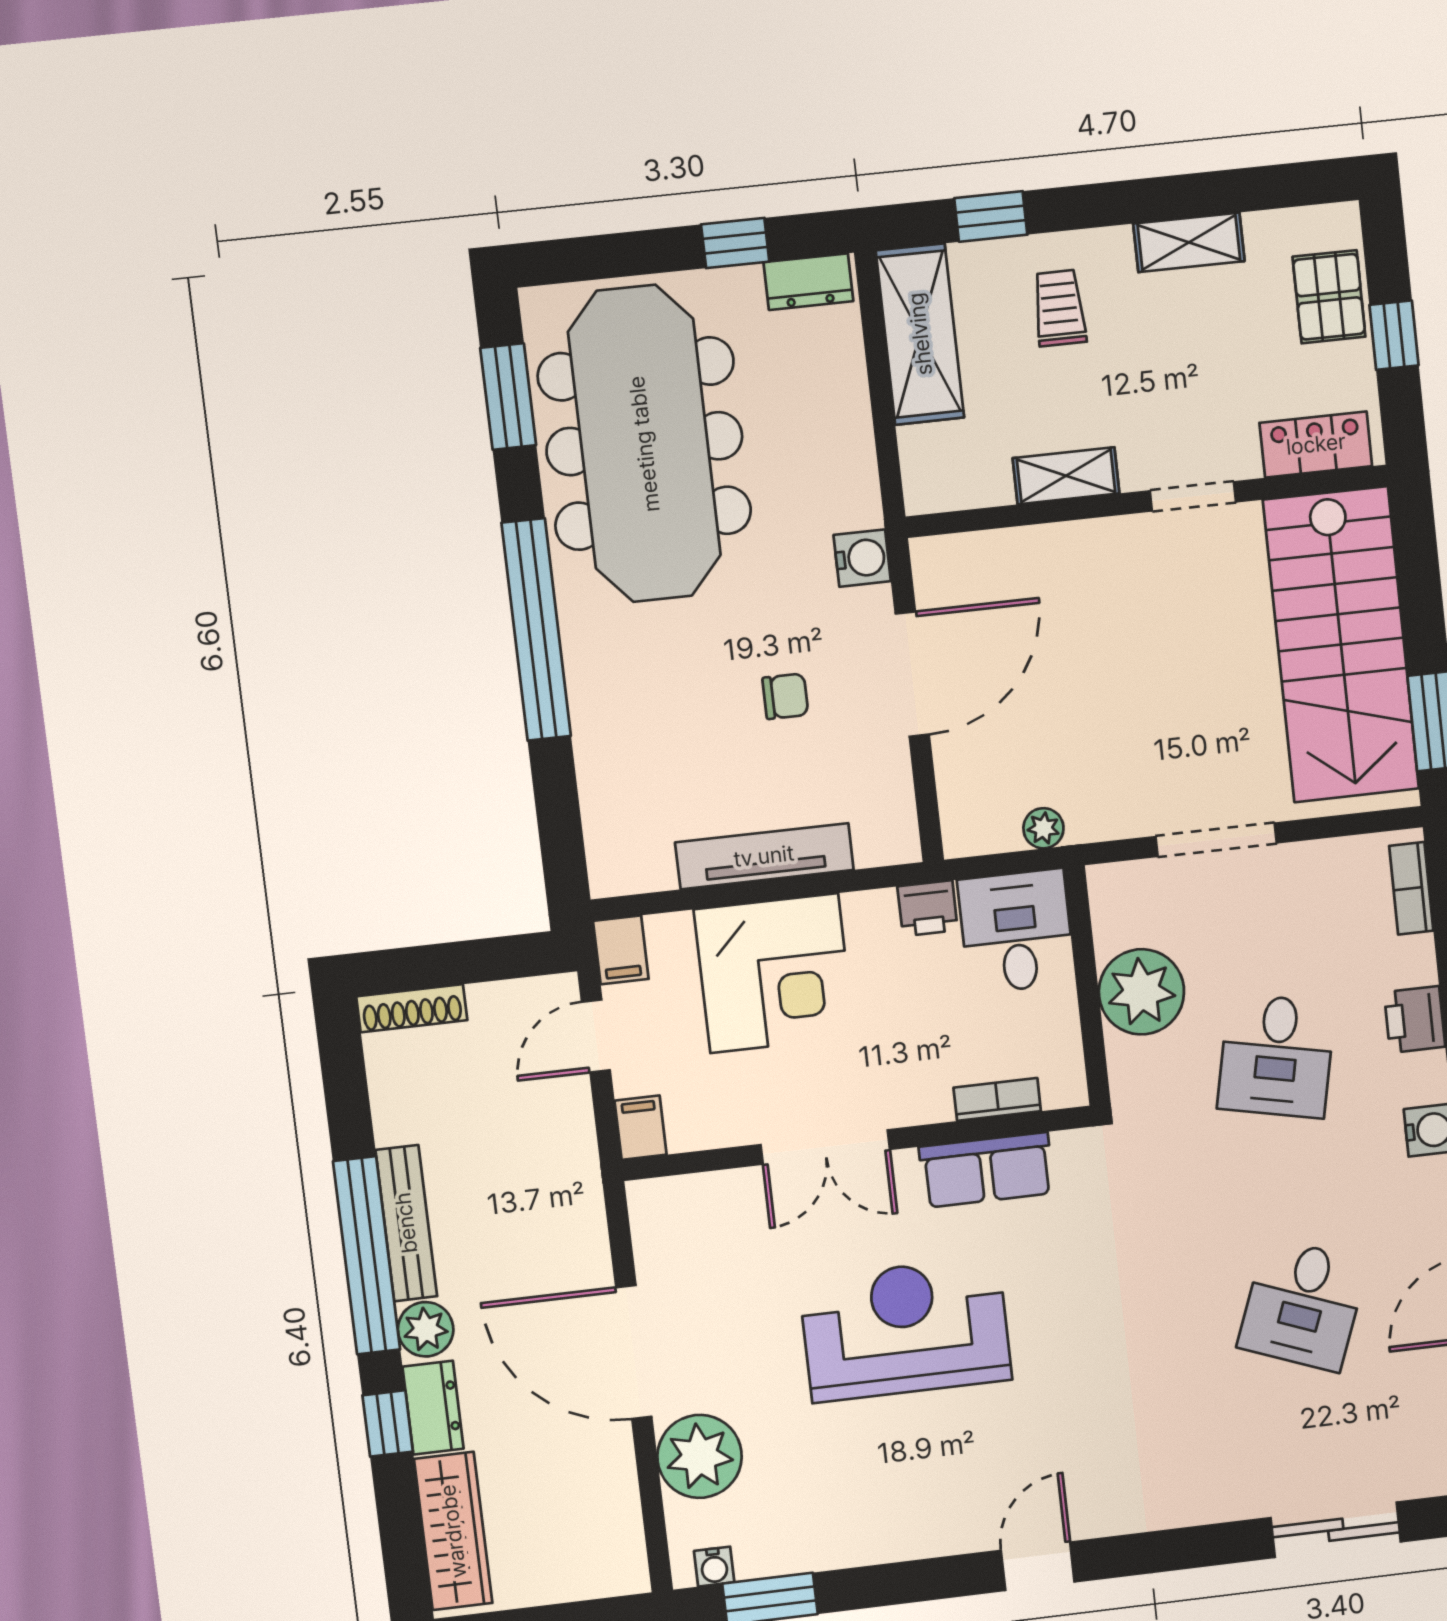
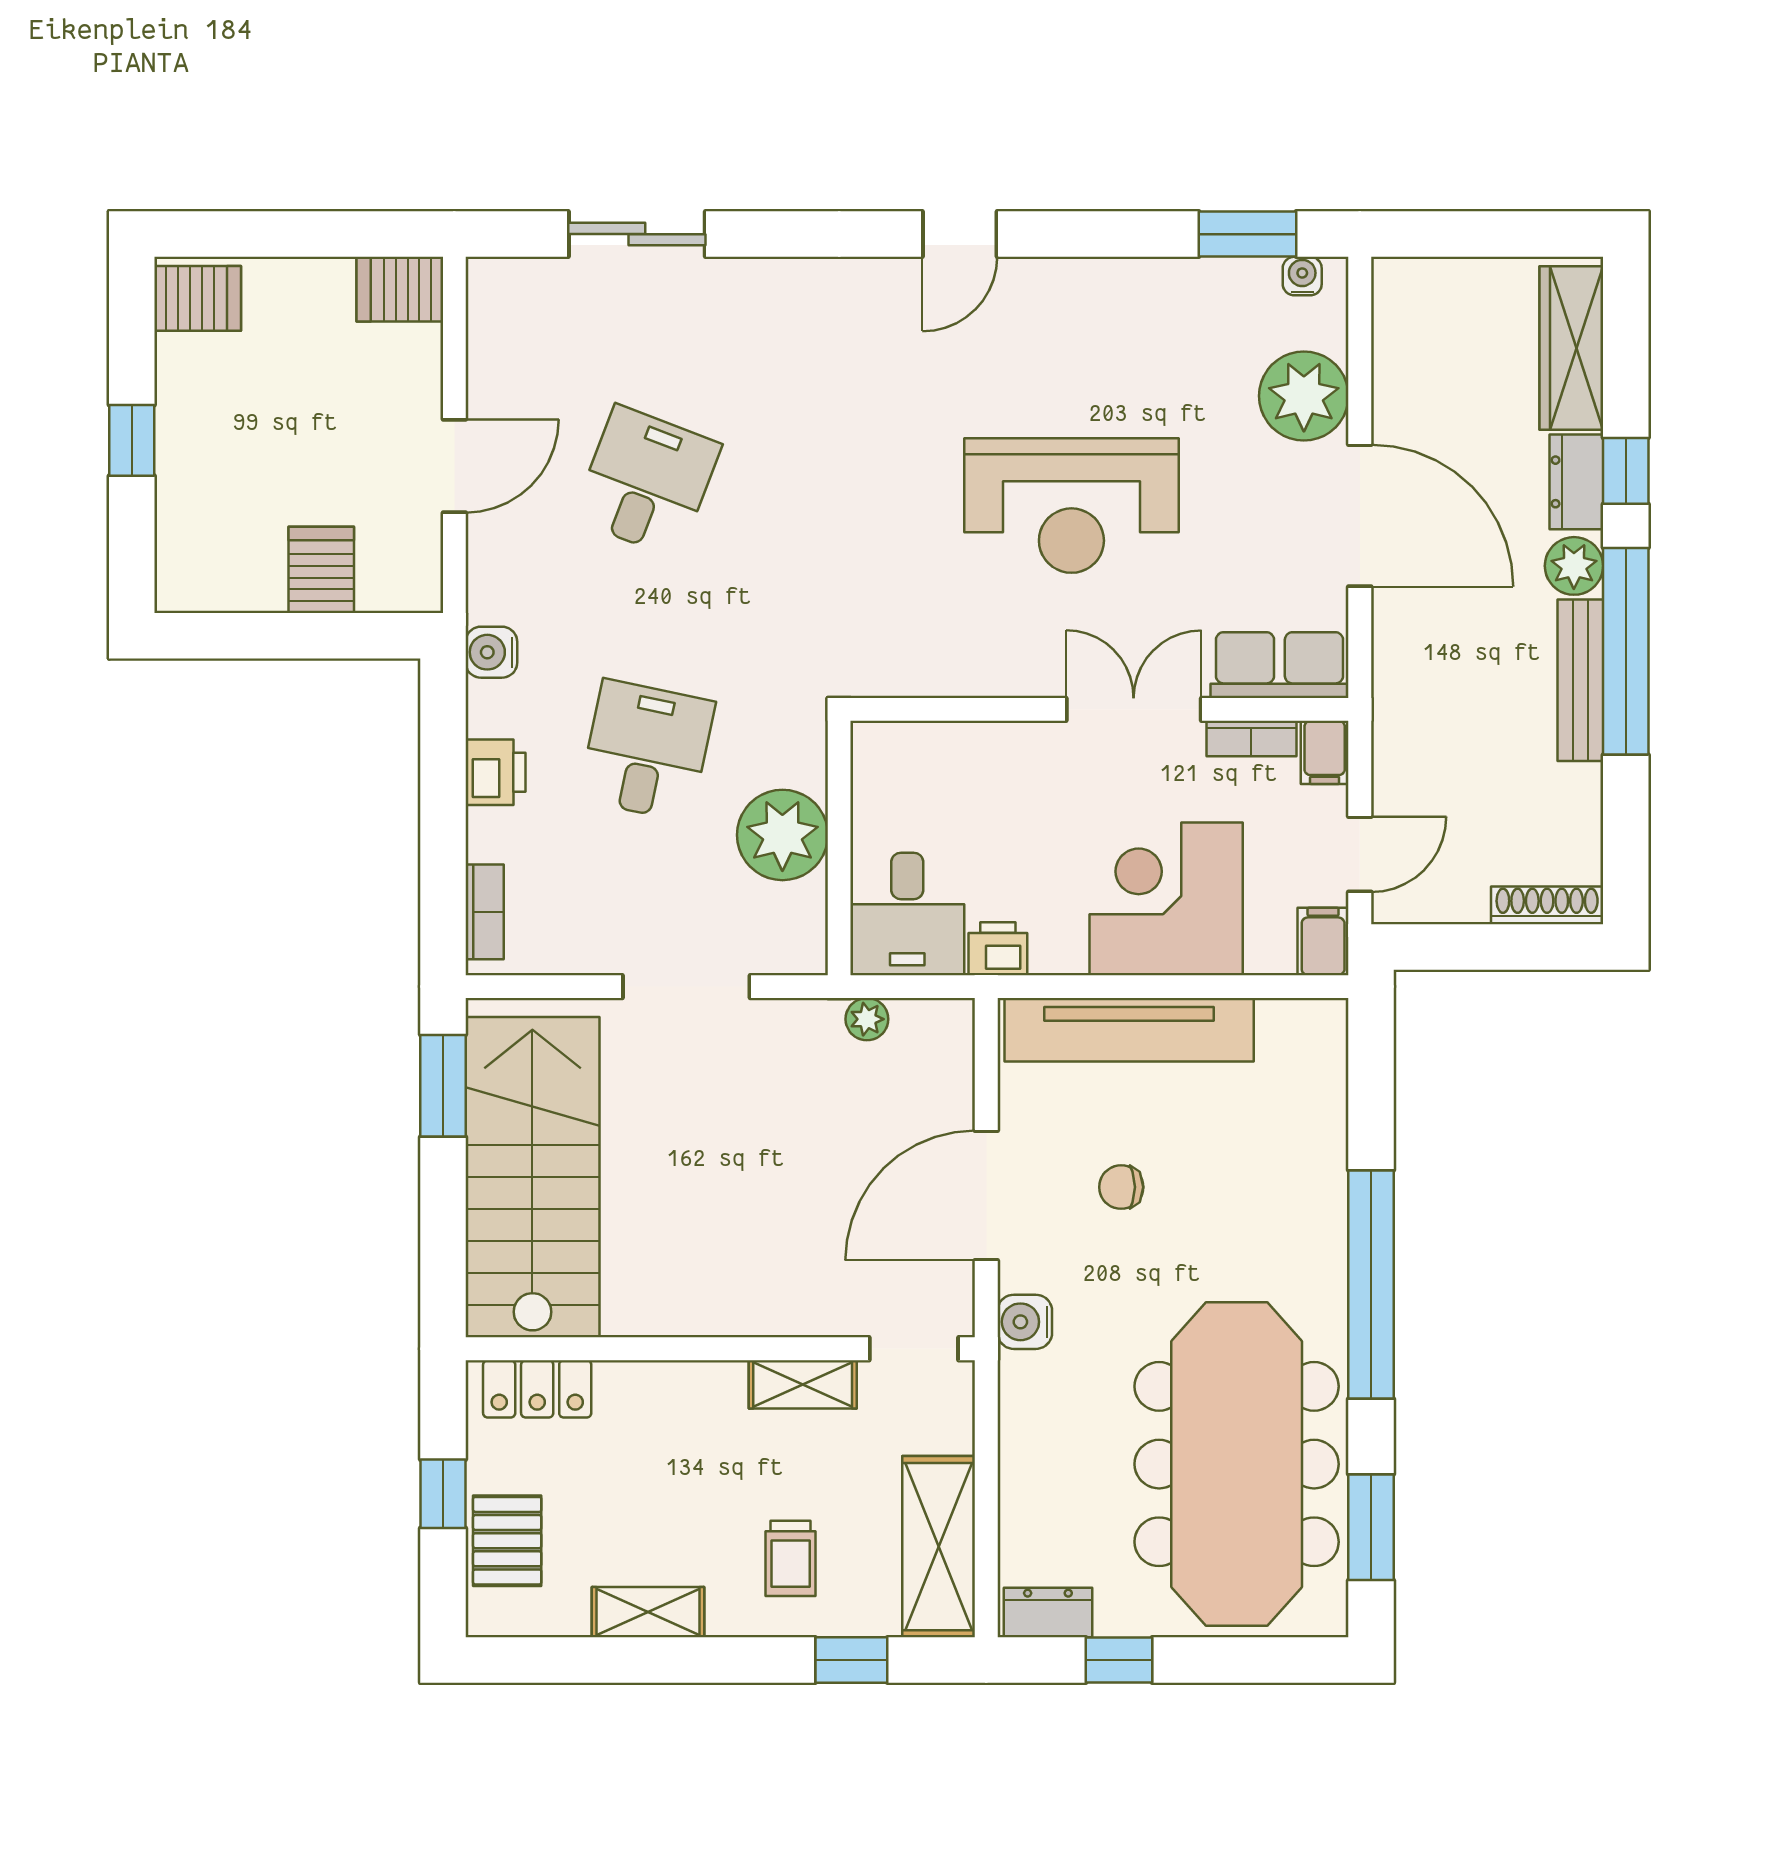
doorway: (1193, 496) -> (914, 1349), moved
tv unit: (764, 856) -> (1129, 1030), width x1.36, depth x1.29
bookcase: (997, 1099) -> (1251, 739), moved
row of seats: (986, 1170) -> (1279, 665), moved

